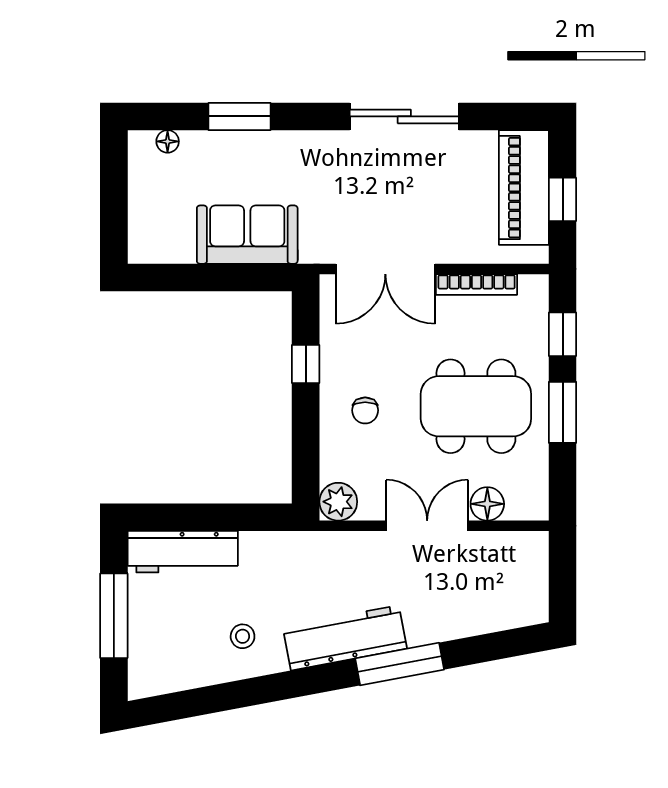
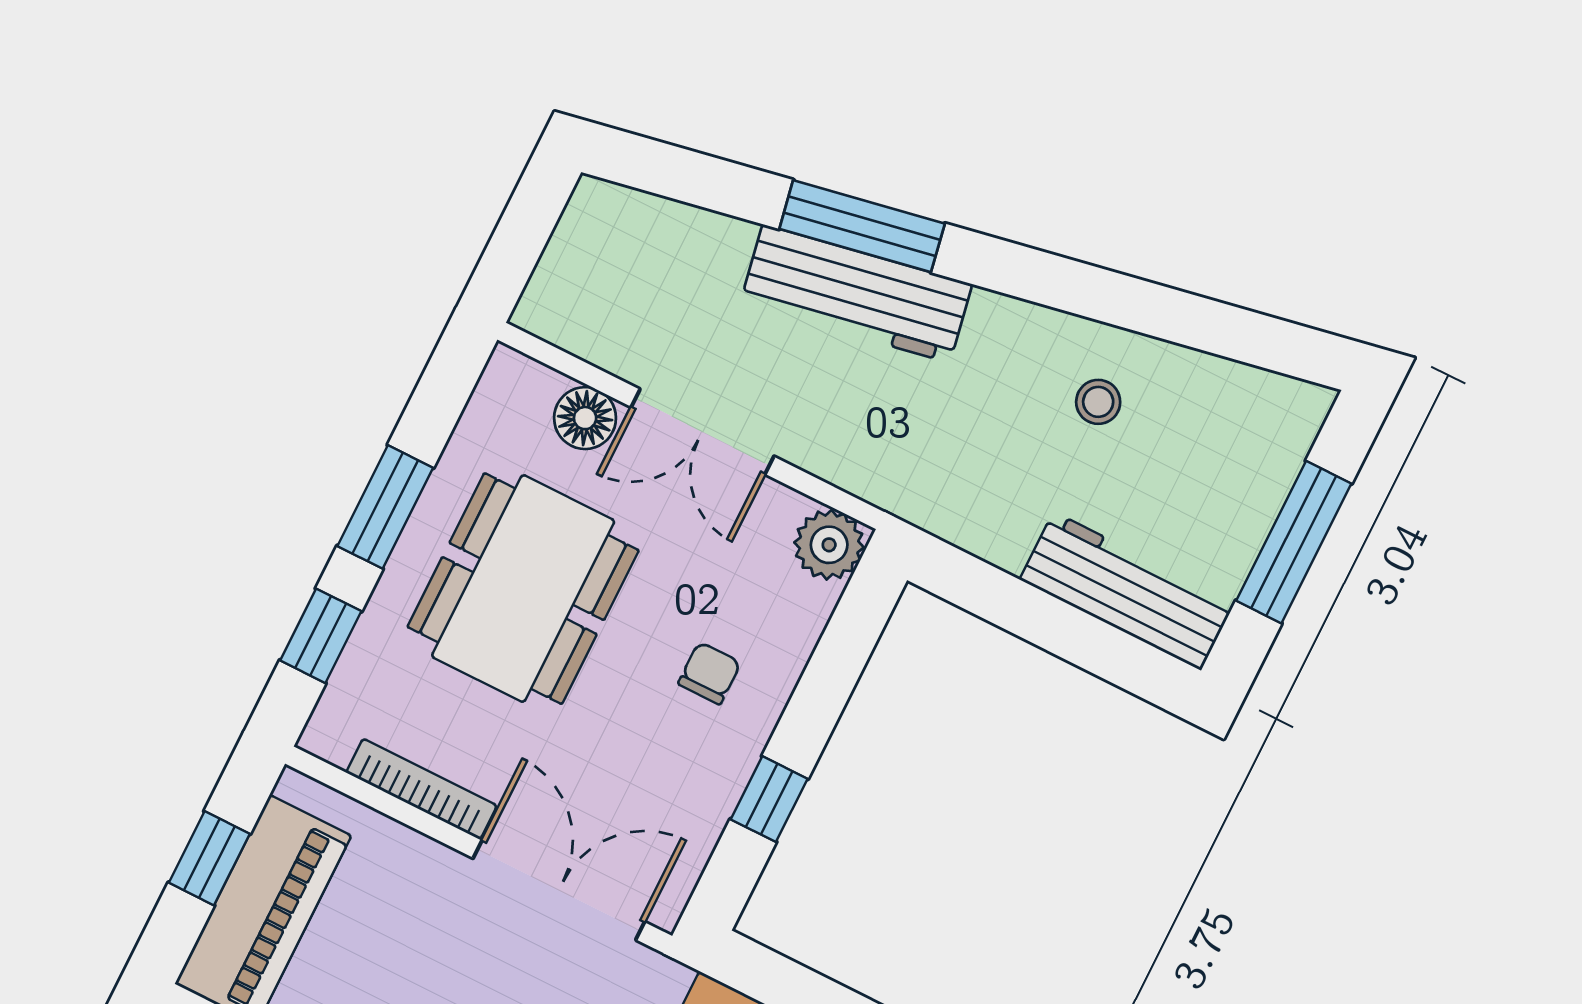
dining table: (476, 406) -> (523, 589), turned 90
workbench: (345, 638) -> (856, 294), moved

